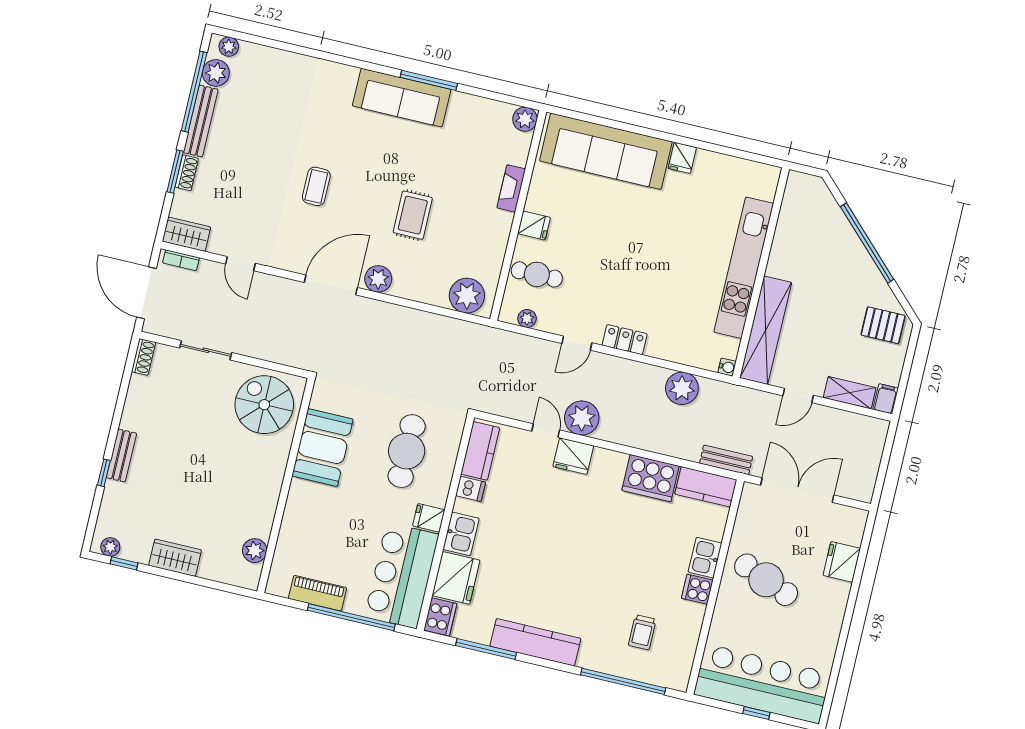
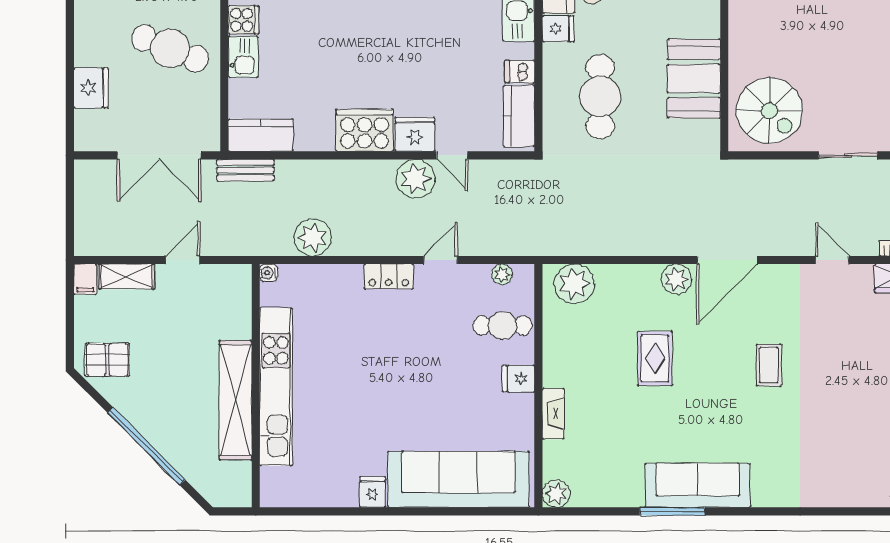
shelving: (766, 330) -> (236, 400), moved
cooker: (651, 478) -> (364, 130), moved

